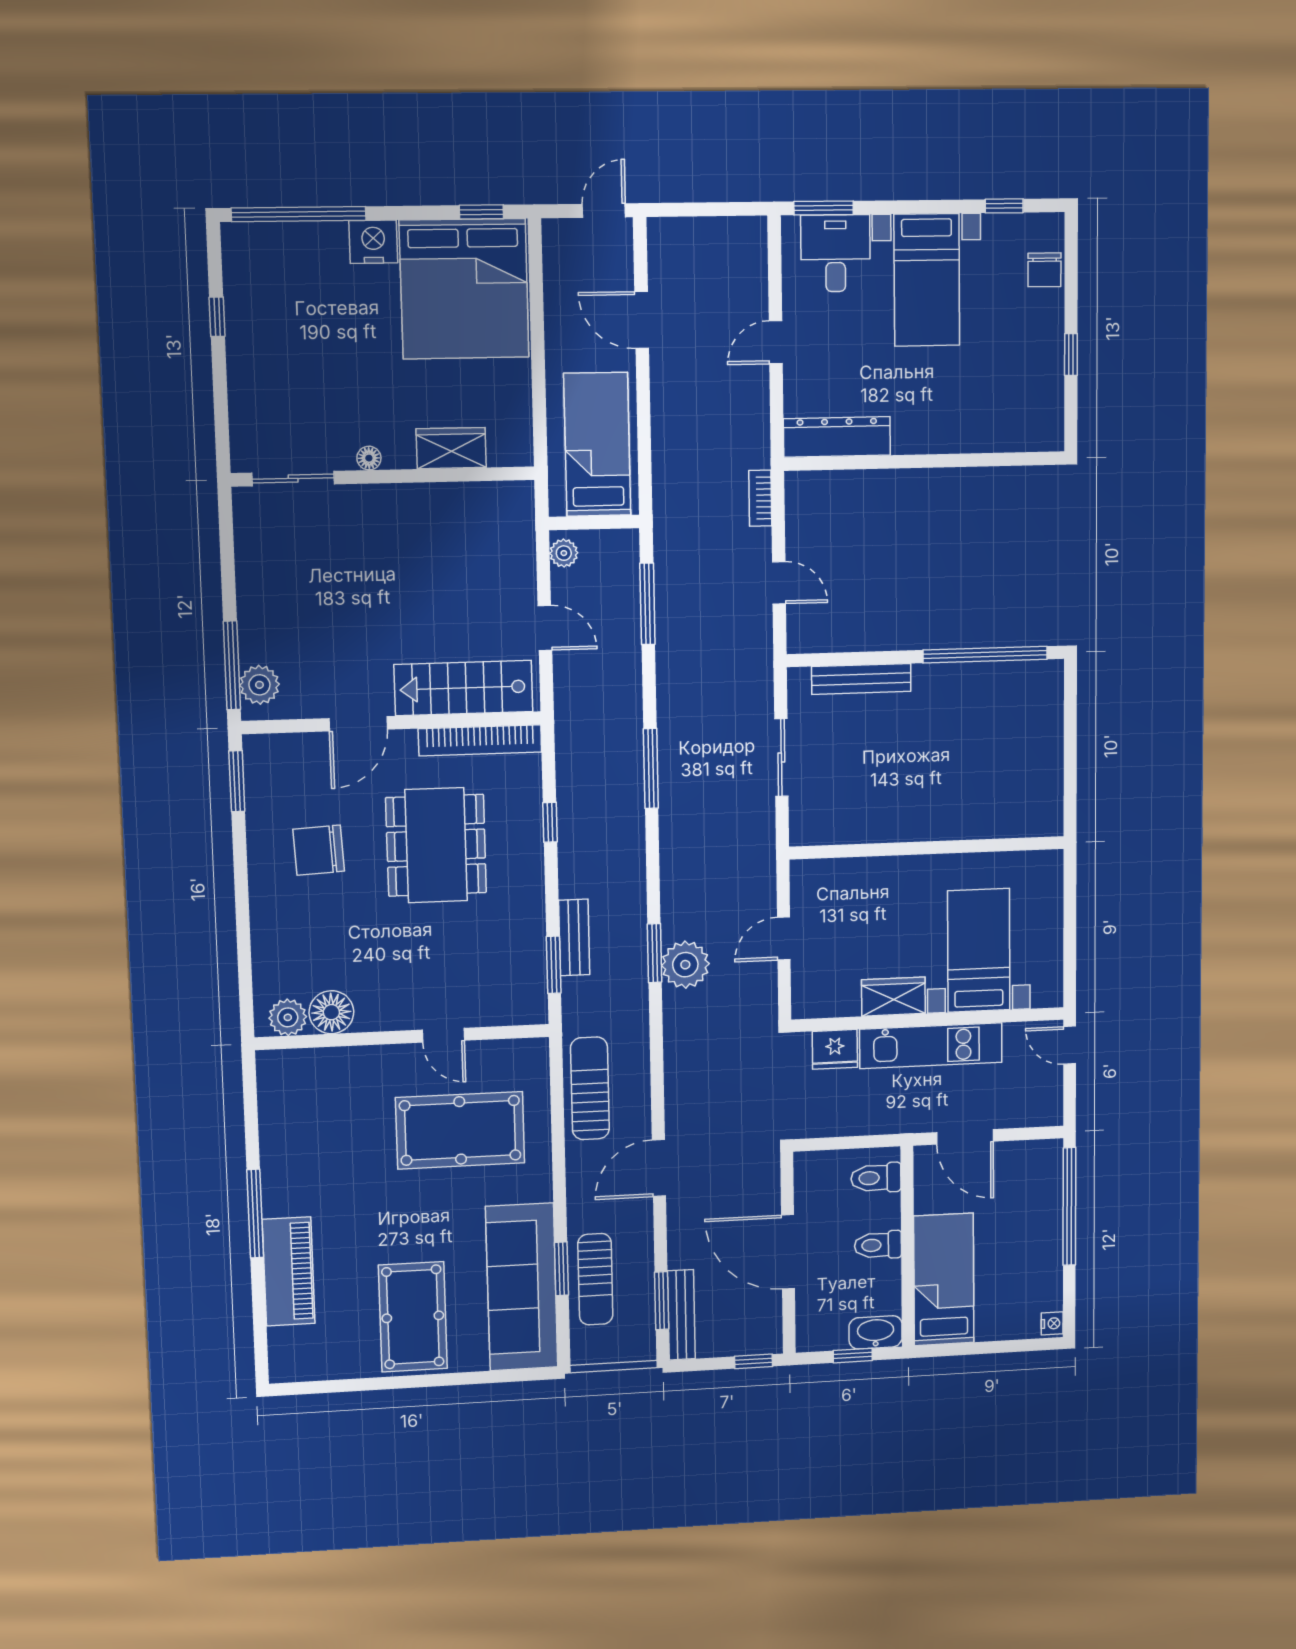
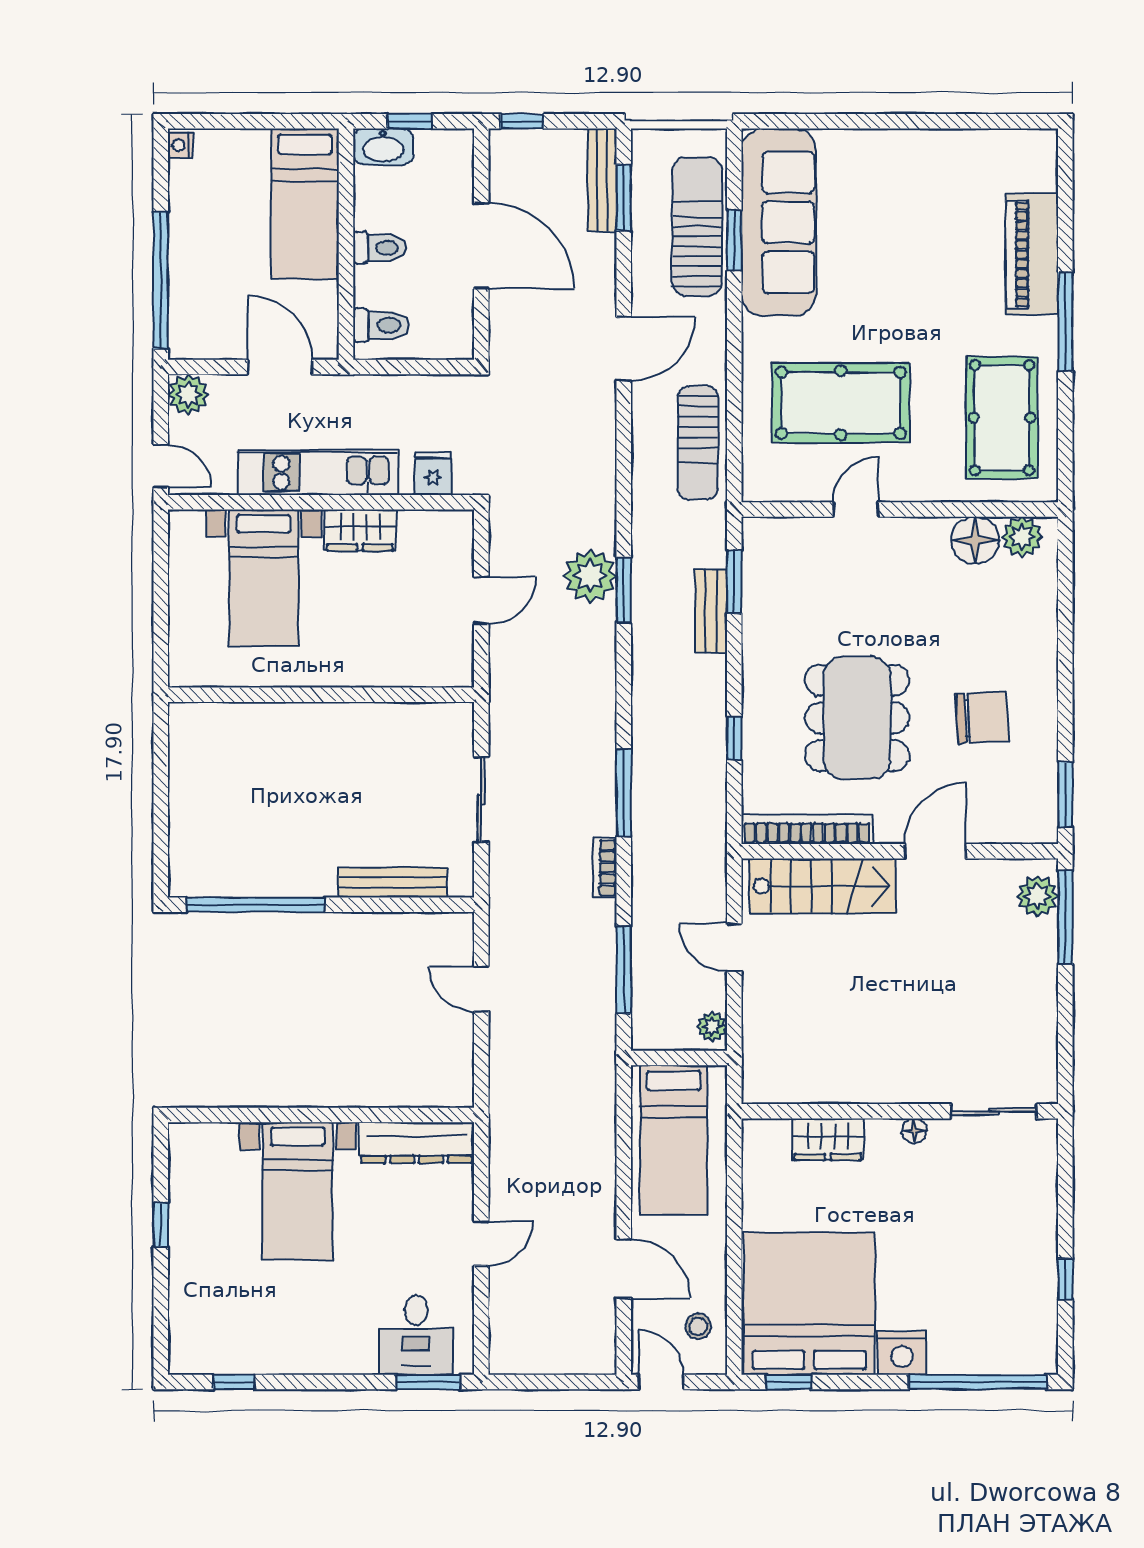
door: (604, 211) -> (661, 1382), swing flipped
stool: (570, 265) -> (698, 1326), added
chair: (1045, 270) -> (190, 1315), removed
bed with nightstands: (927, 280) -> (298, 1191), moved, turned 180
bookcase: (760, 498) -> (605, 868), moved, turned 180
door: (443, 1035) -> (856, 509), hinge flipped
fridge: (835, 1049) -> (433, 474), width x0.72
plant: (1045, 1109) -> (188, 395), added
sun lounger: (595, 1279) -> (697, 226), width x1.36, depth x1.34
pool table: (413, 1317) -> (1002, 418), moved

